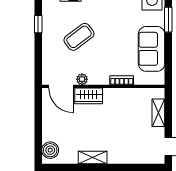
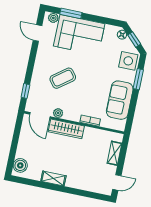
window: (38, 24) -> (25, 91), moved
wardrobe: (89, 96) -> (66, 129), width x1.50

